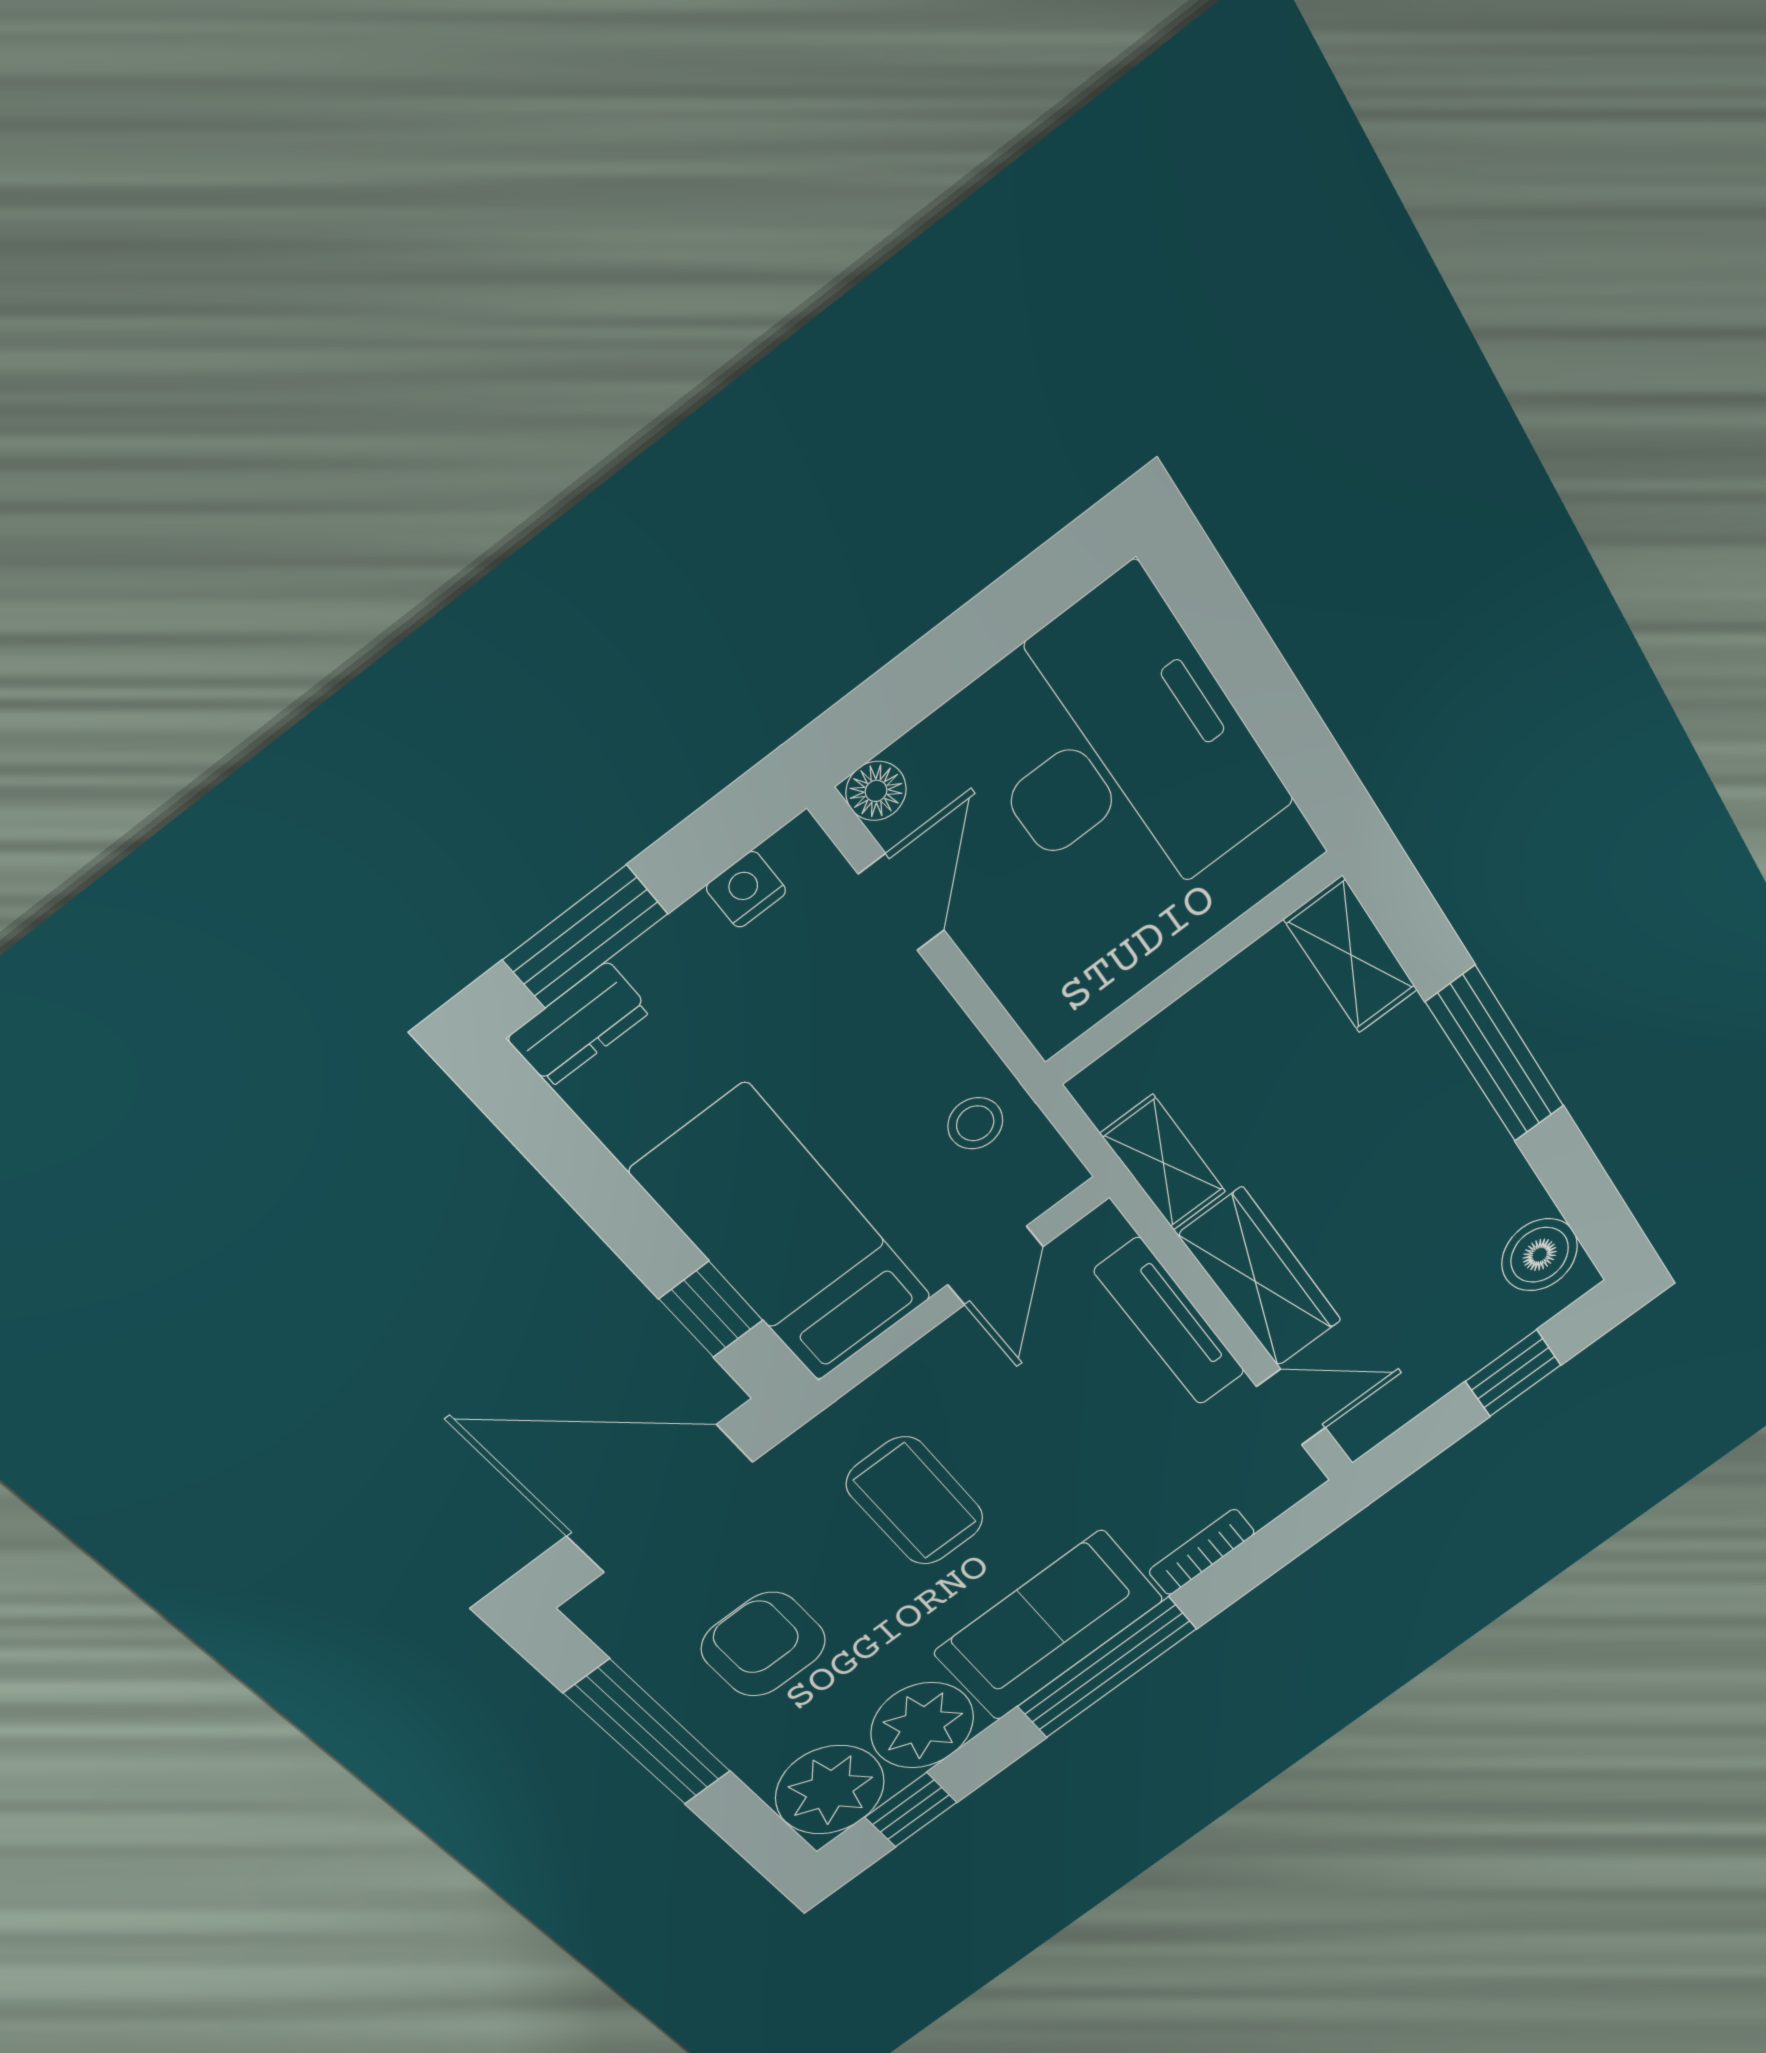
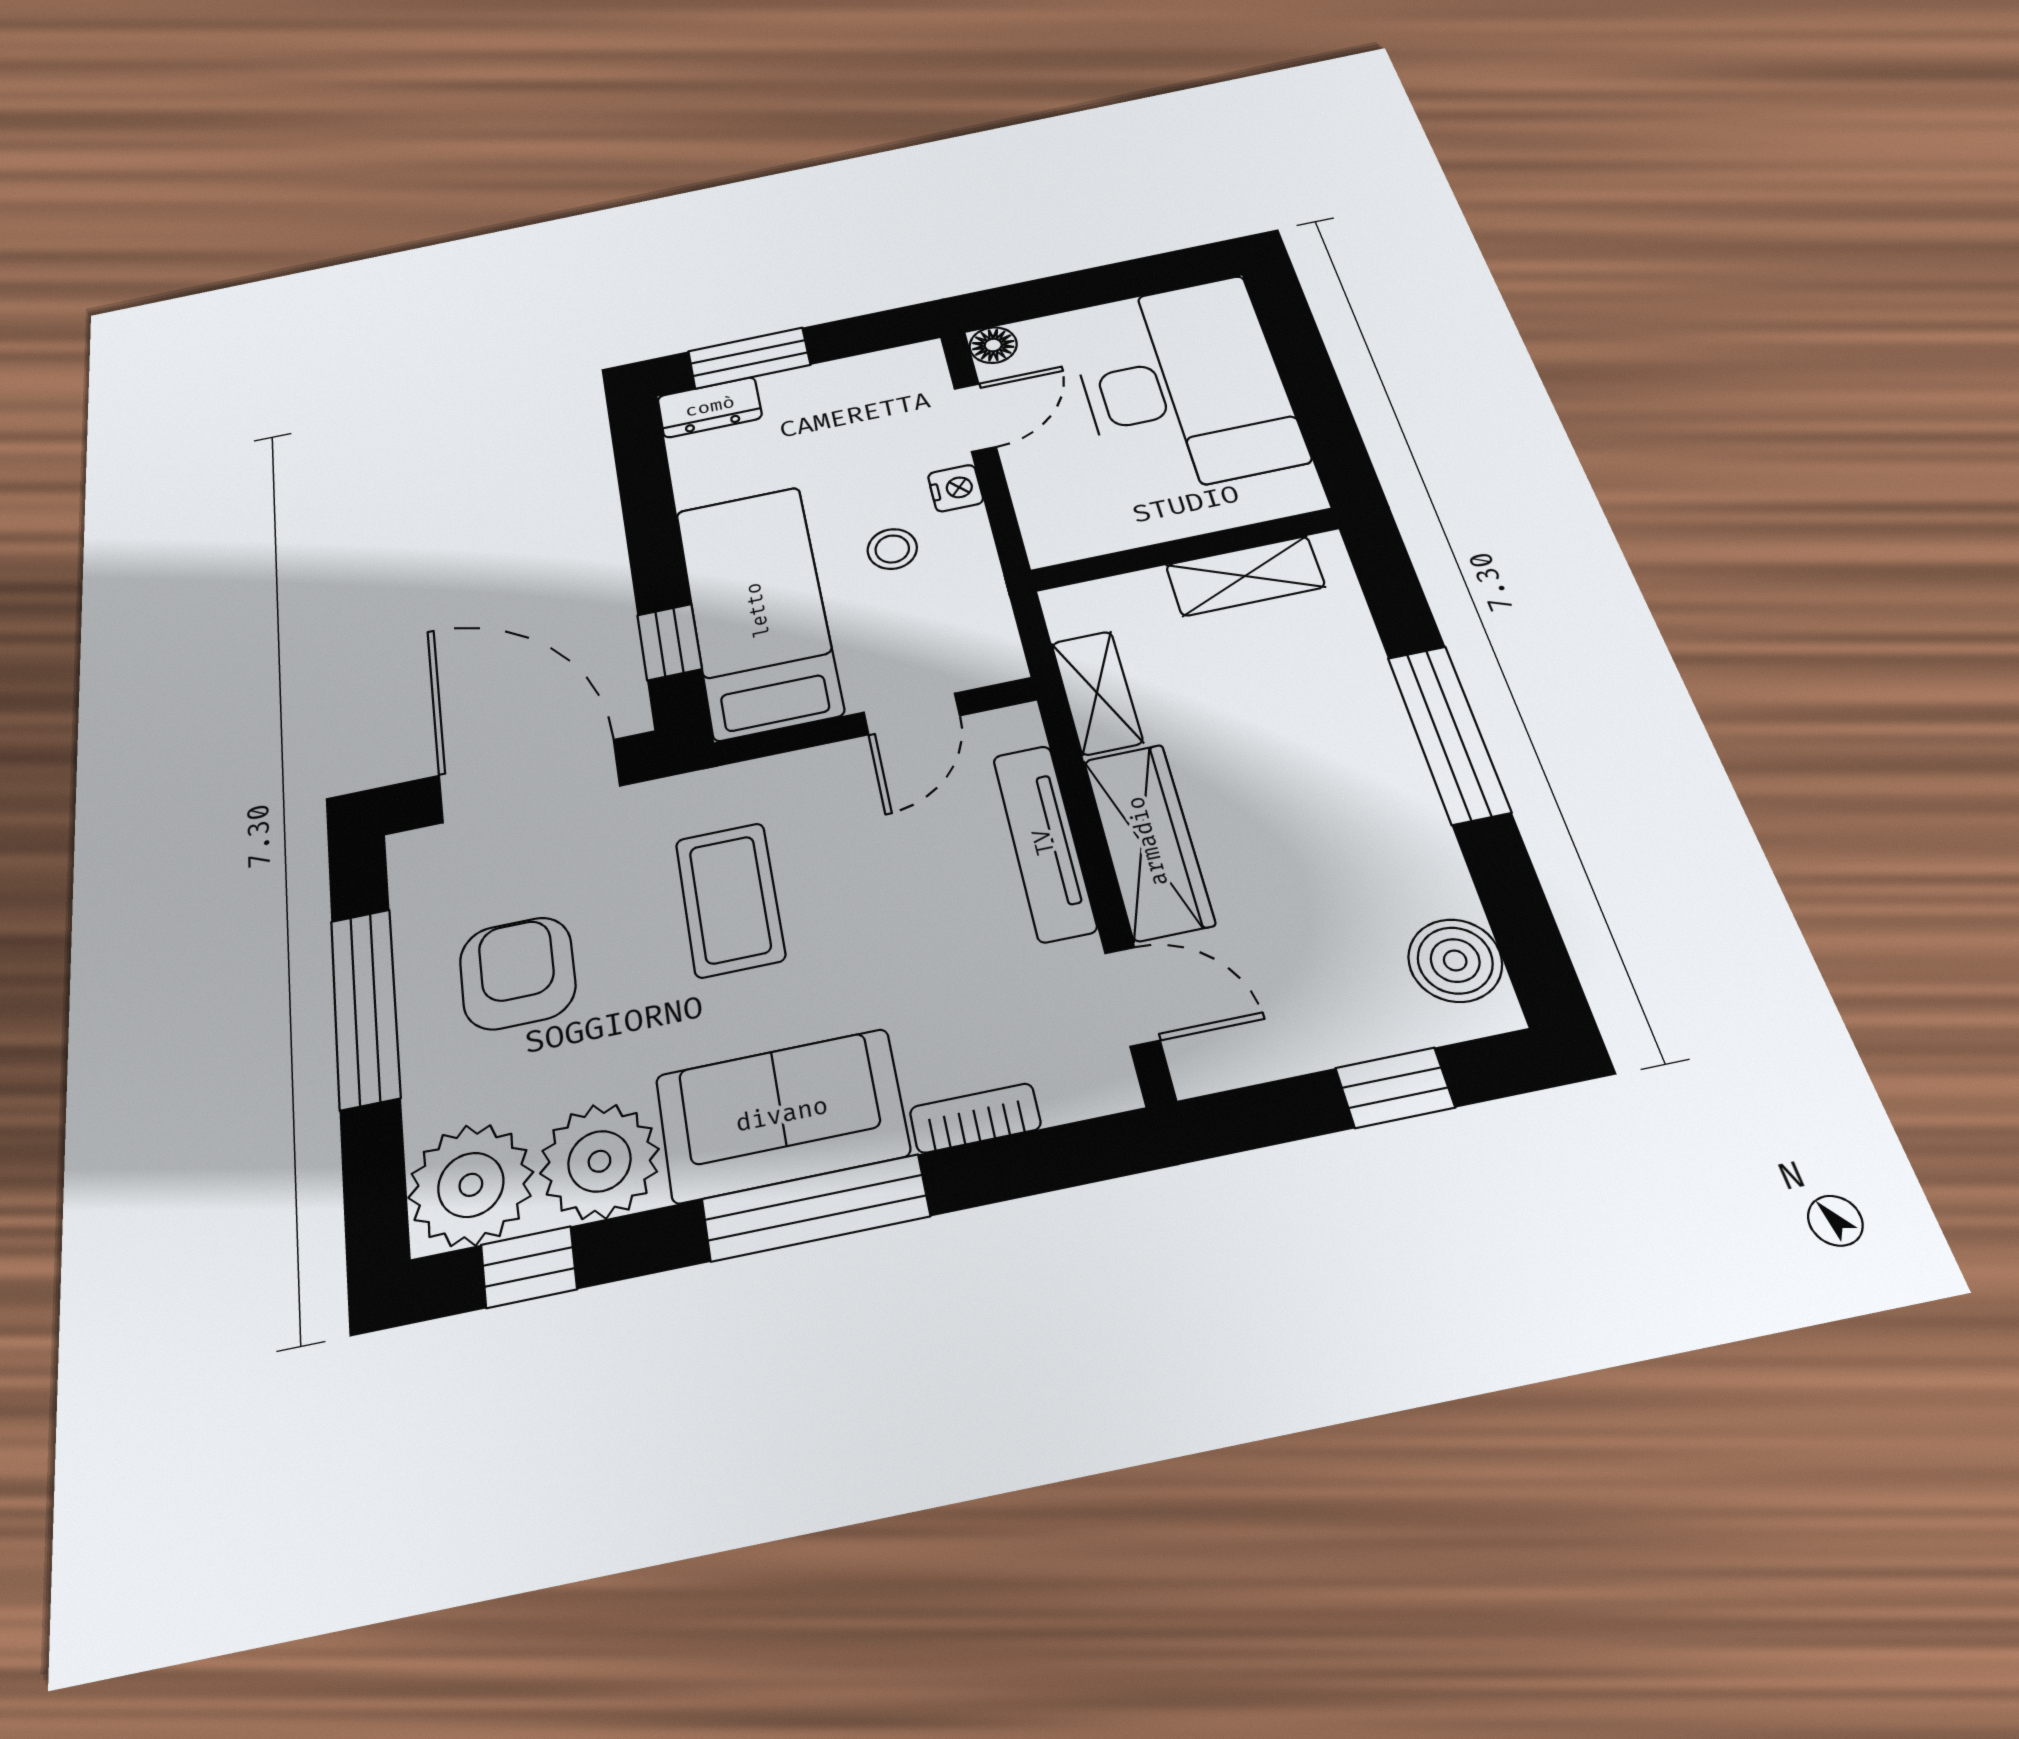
nightstand: (746, 889) -> (956, 488), moved, turned 90
shelving: (1351, 955) -> (1245, 576), moved, turned 90
stool: (975, 1123) -> (892, 549), moved

